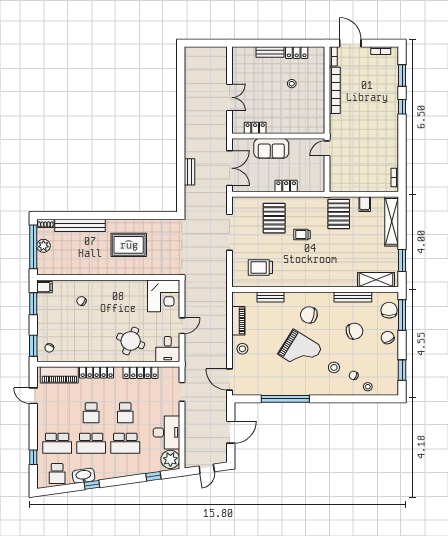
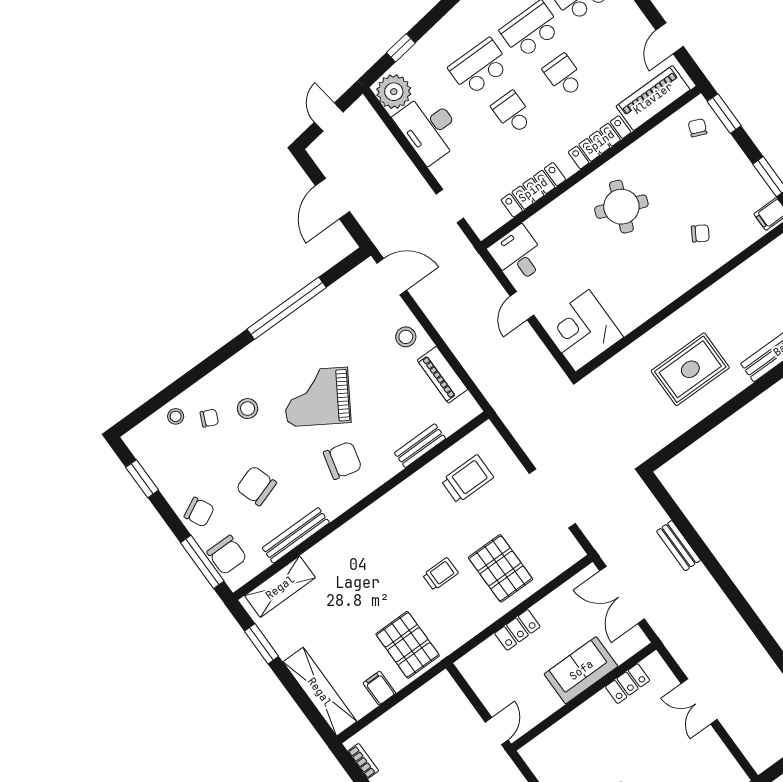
chair: (354, 331) -> (256, 486), turned 87
round table: (131, 341) -> (621, 207), moved
door: (33, 396) -> (670, 38), swing flipped

